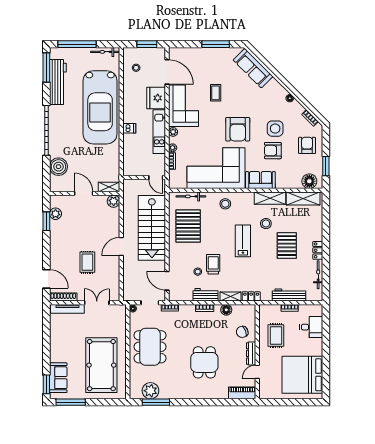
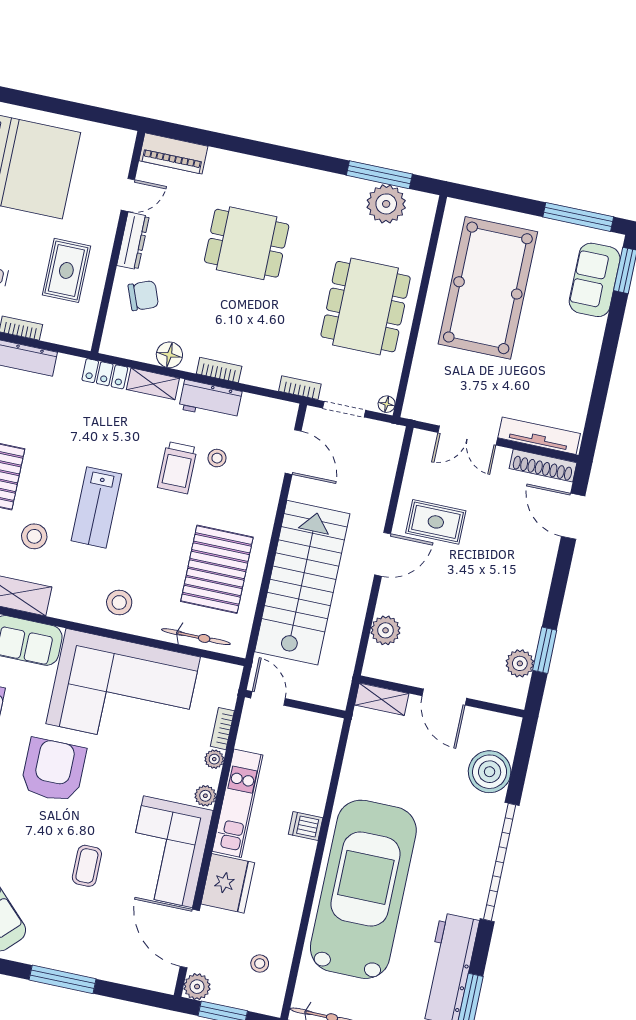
plant: (160, 53) -> (197, 987), added
plant: (114, 201) -> (386, 630), moved
rug: (87, 262) -> (436, 522), moved, turned 90
dining table: (204, 362) -> (247, 243), turned 90

